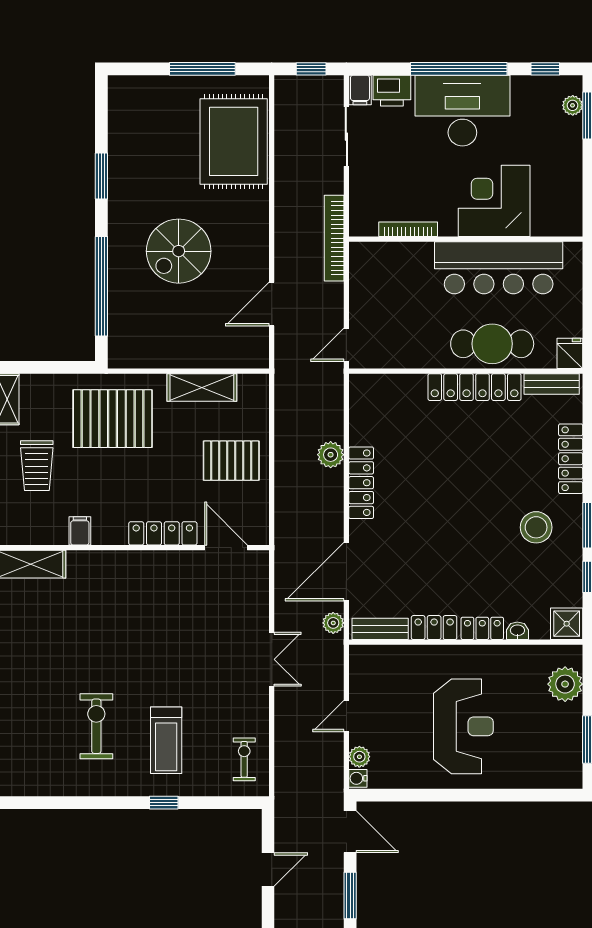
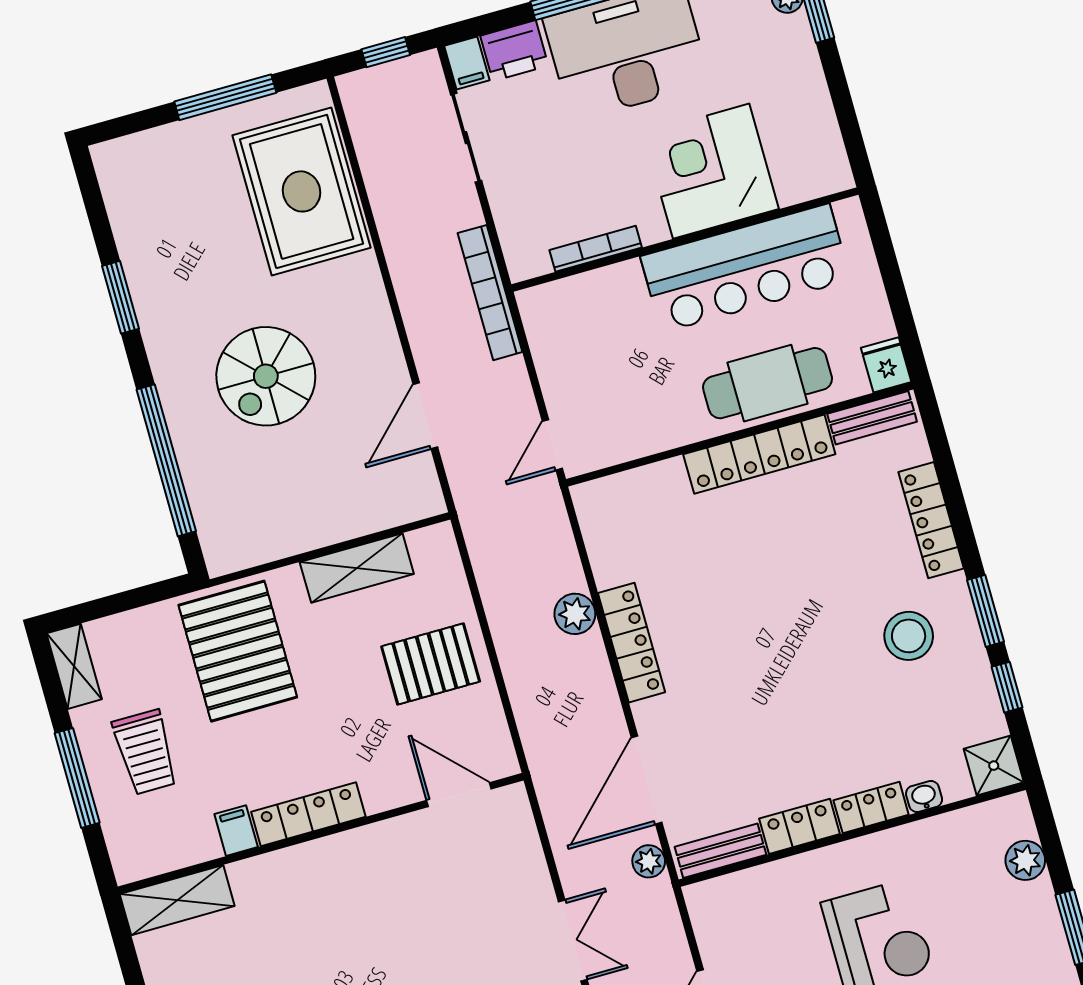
pallet: (113, 419) -> (238, 651), turned 90
locker: (163, 533) -> (308, 814), moved
plant: (565, 684) -> (1025, 860), width x0.73, depth x0.73

